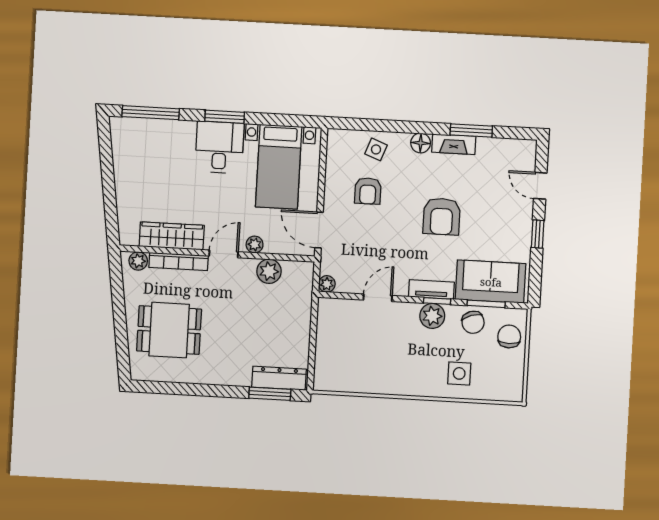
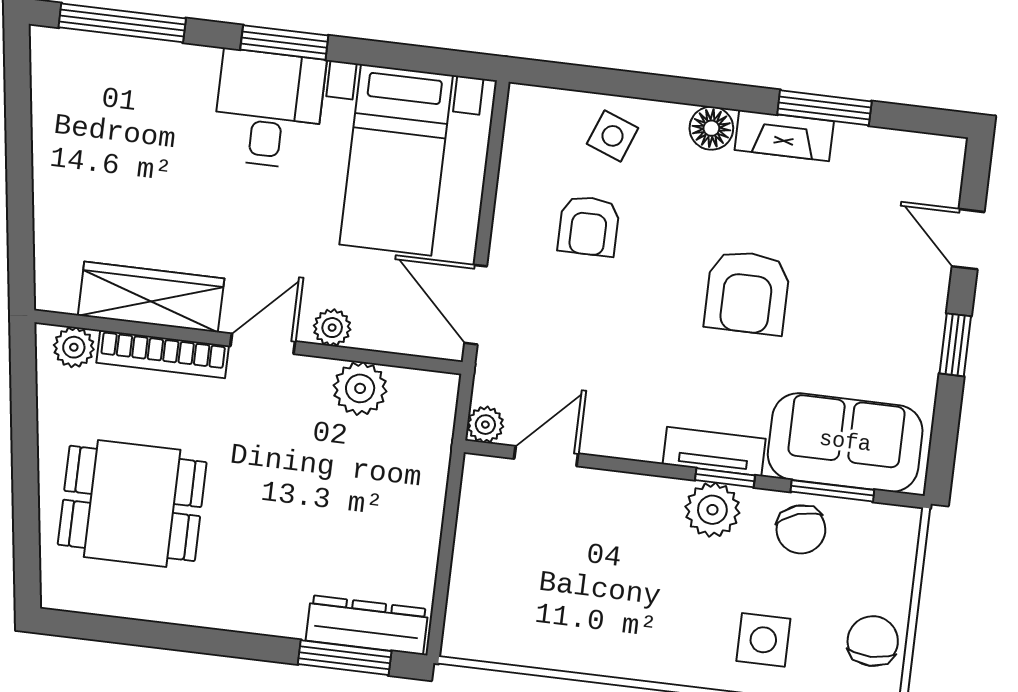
door: (378, 298) -> (546, 456), moved
chair: (509, 336) -> (873, 641), moved

